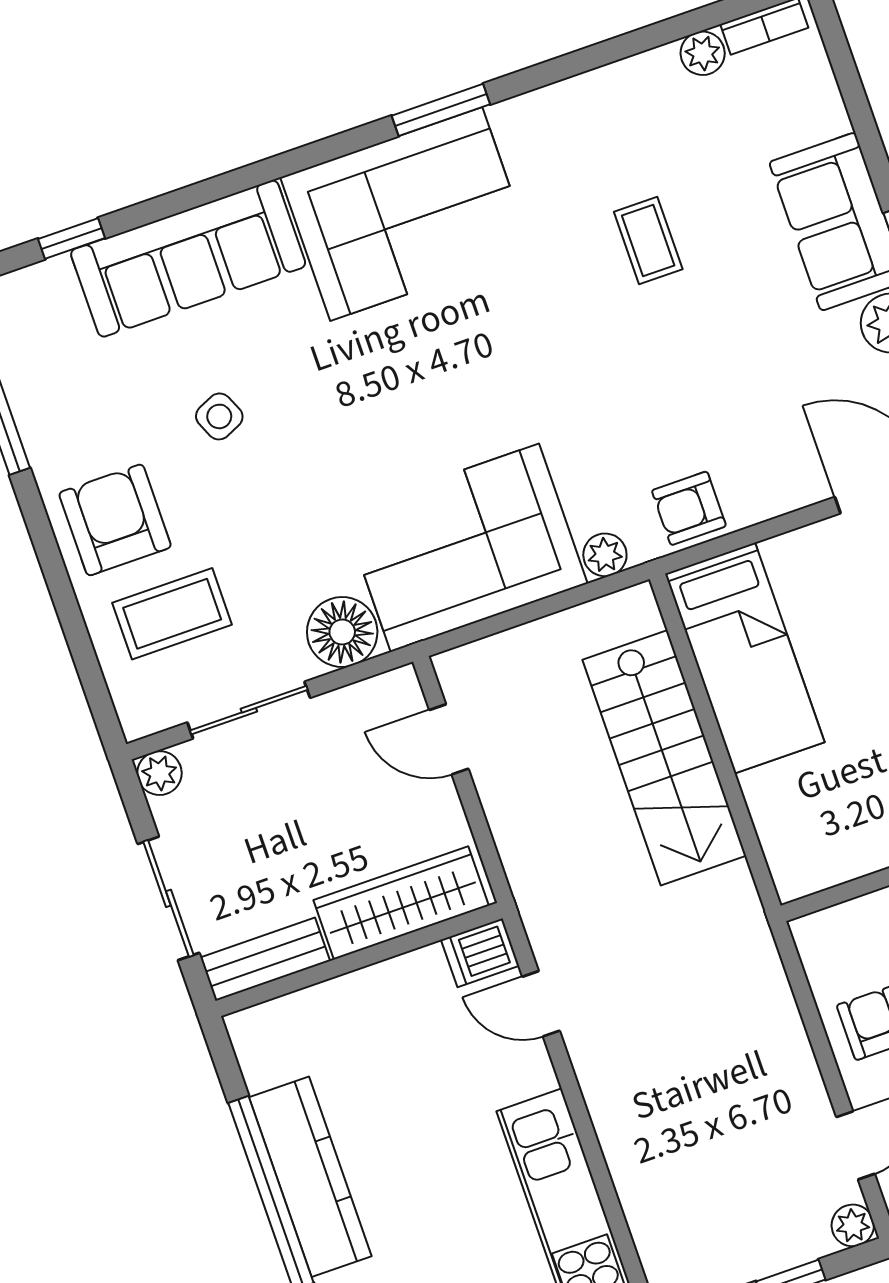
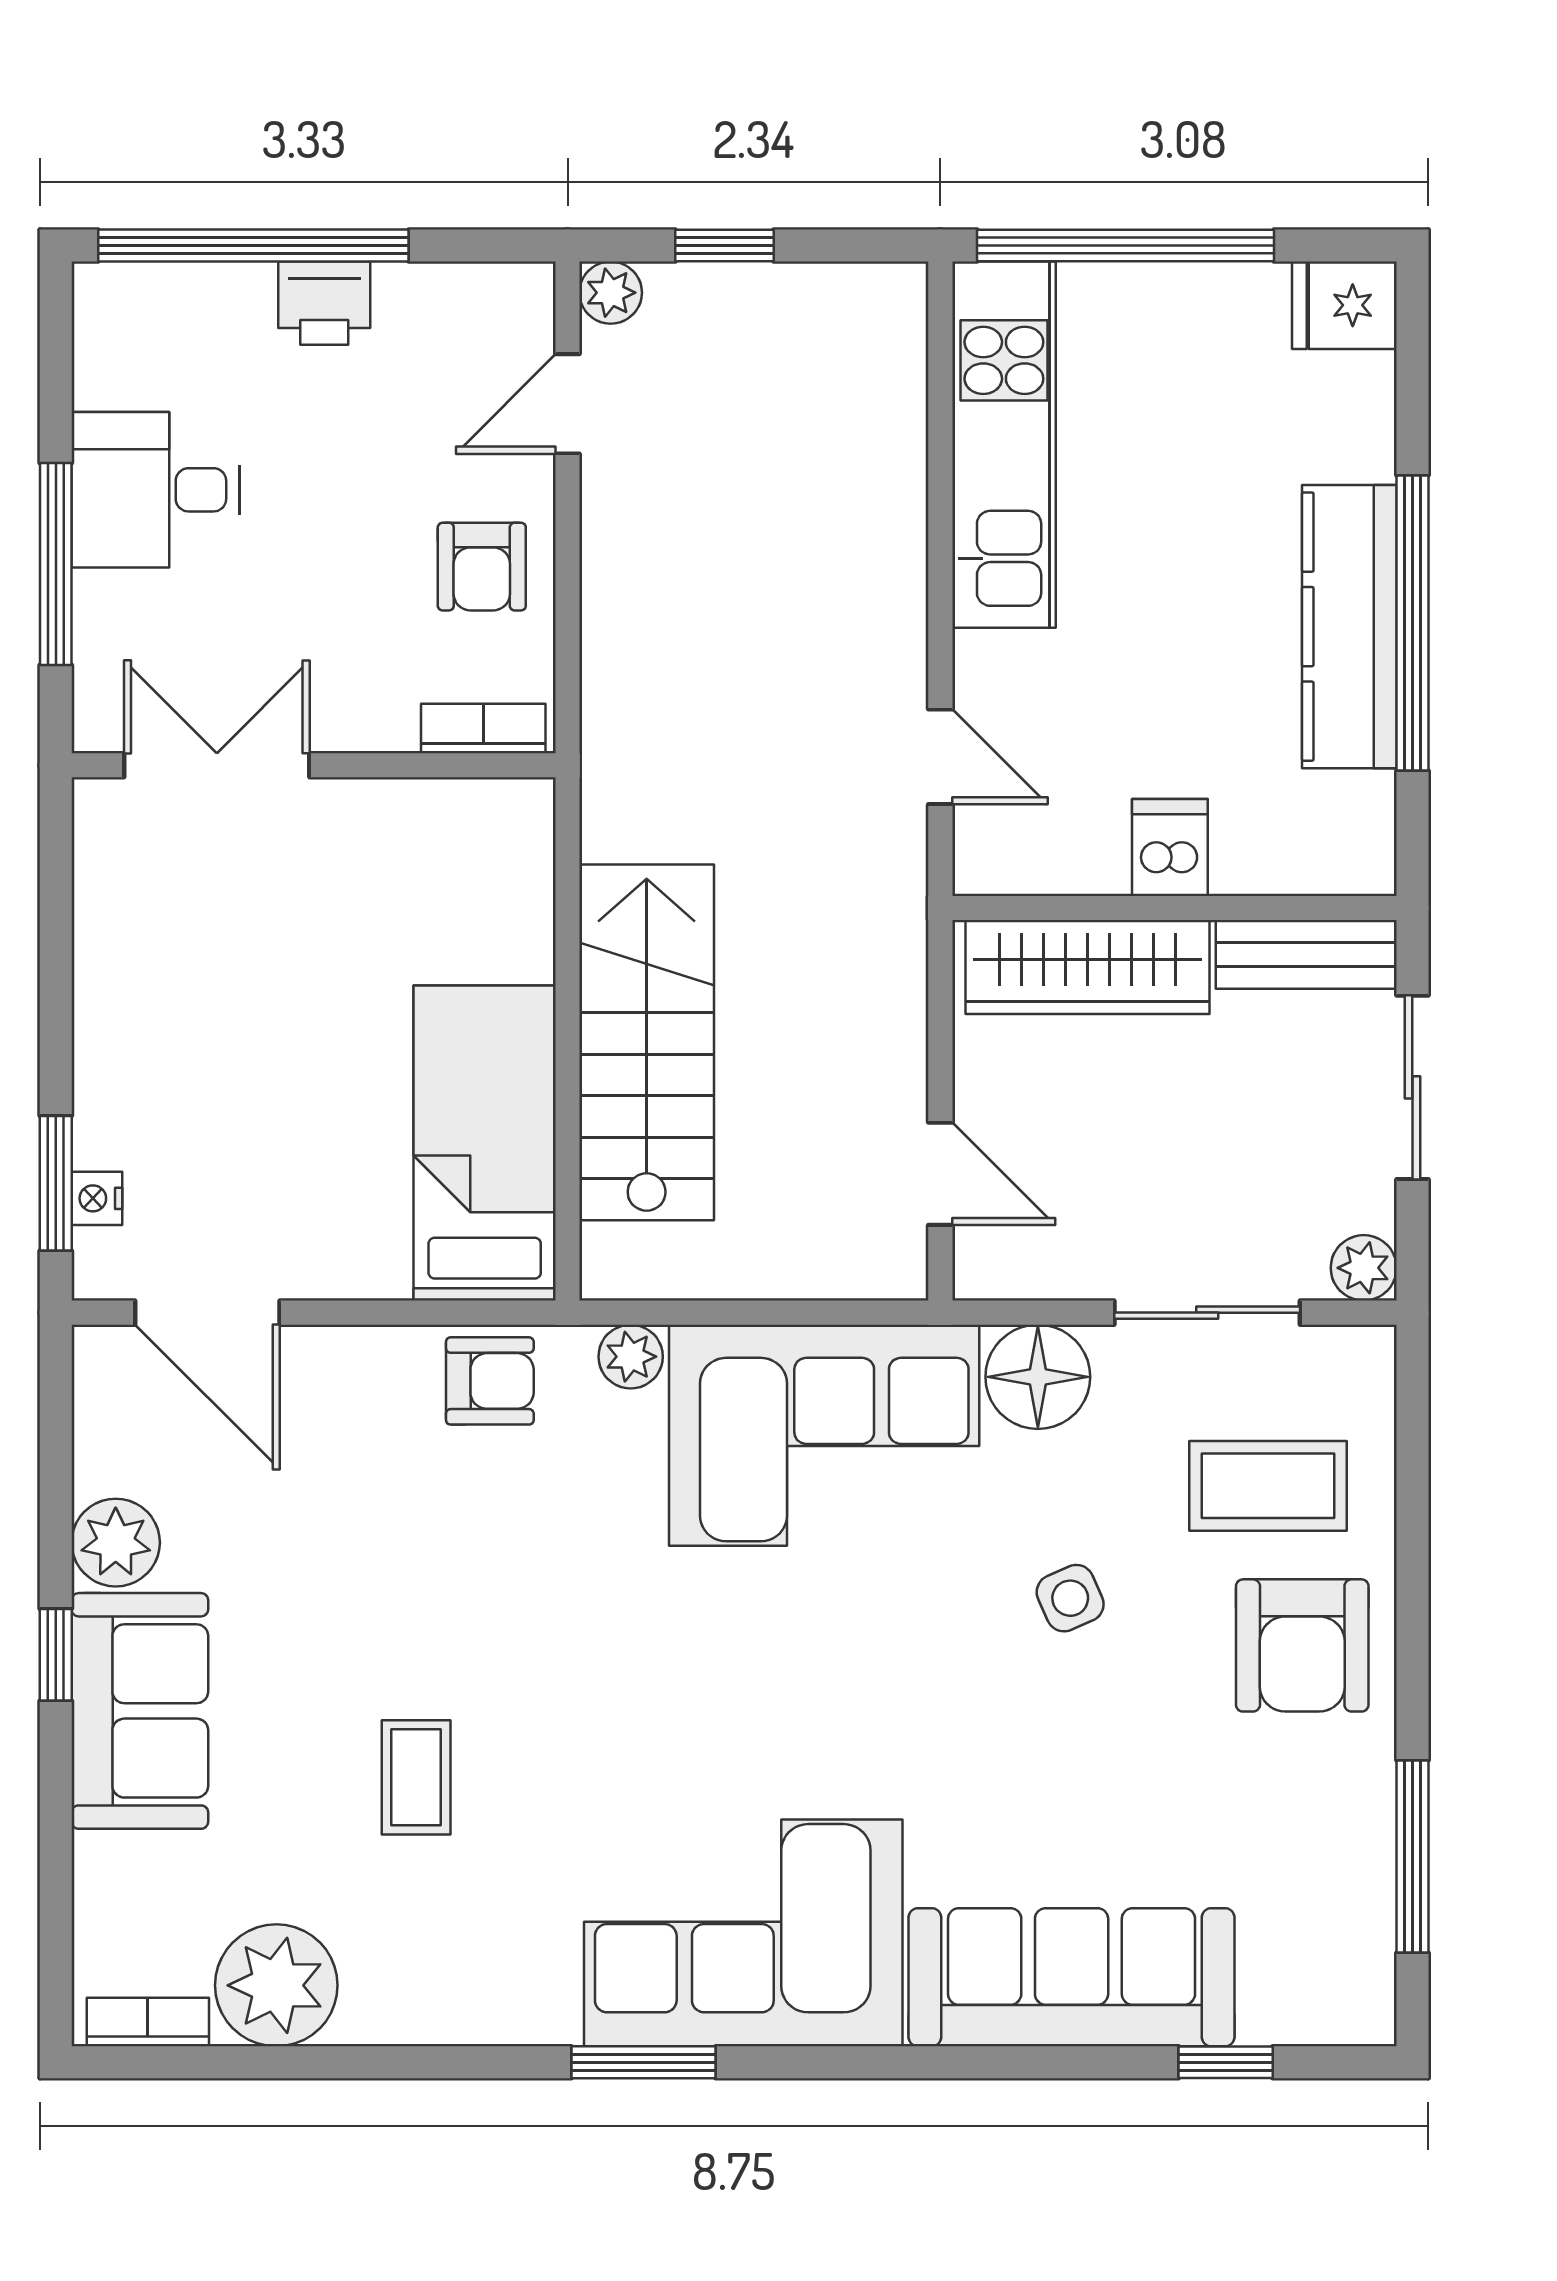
plant: (703, 53) -> (276, 1985), width x1.88, depth x1.88
side table: (219, 416) -> (1070, 1598), moved
bookcase: (837, 921) -> (483, 728), added
dishwasher: (480, 953) -> (1170, 847), moved, turned -90

